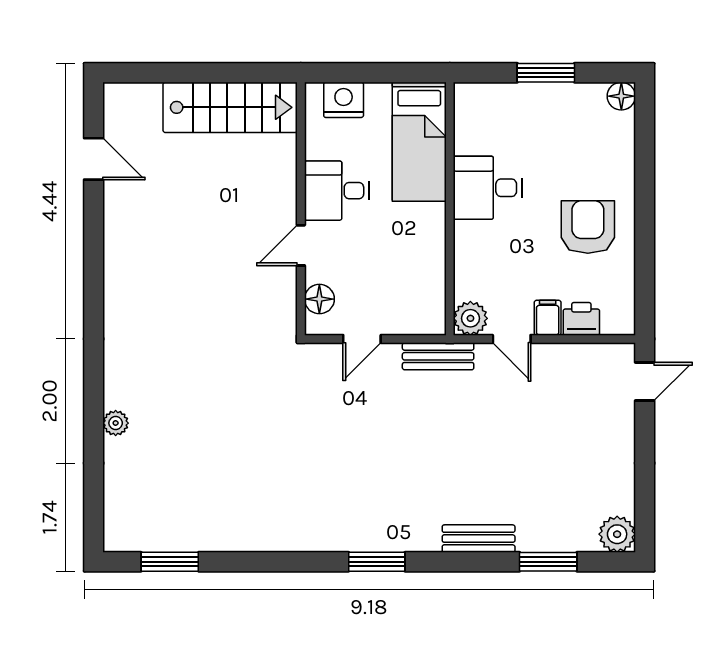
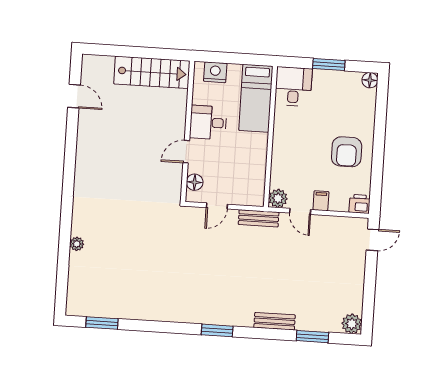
desk: (488, 188) -> (293, 87), moved, turned 90
armchair: (588, 227) -> (347, 152), turned 180
printer: (581, 319) -> (360, 204), moved

